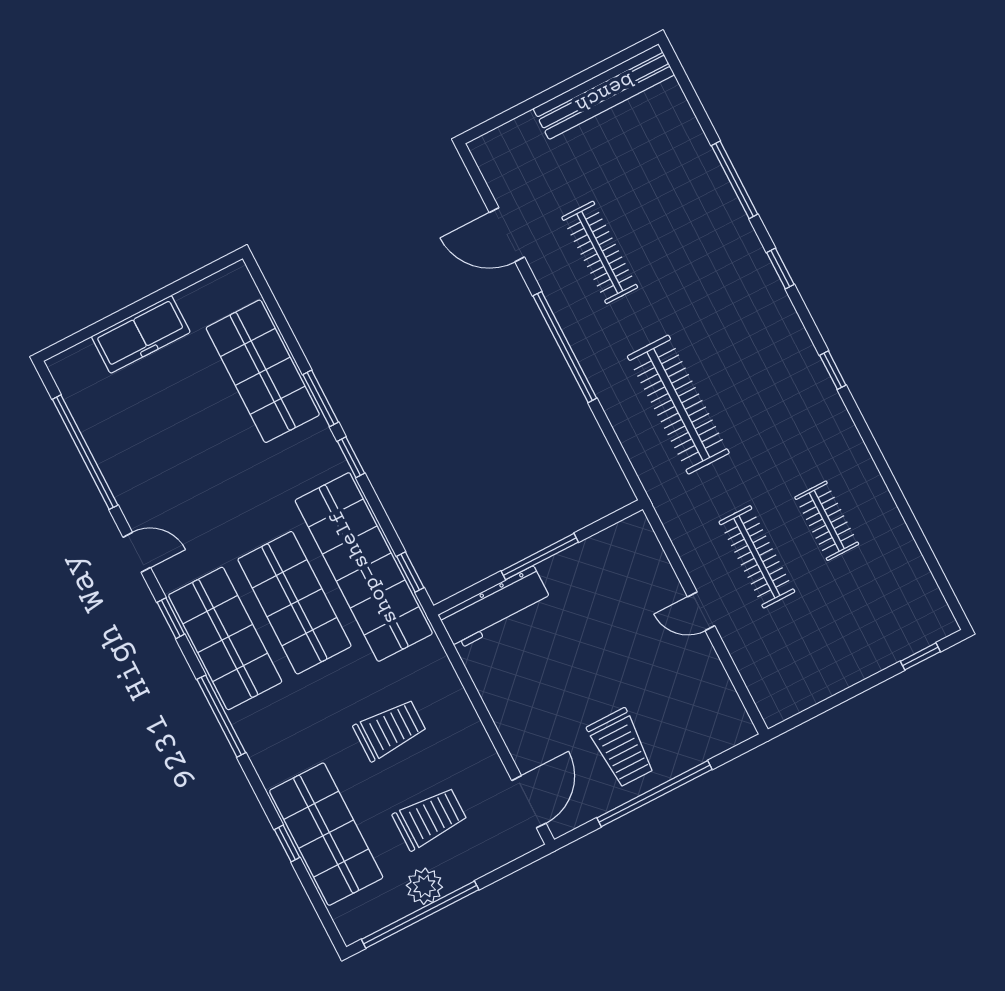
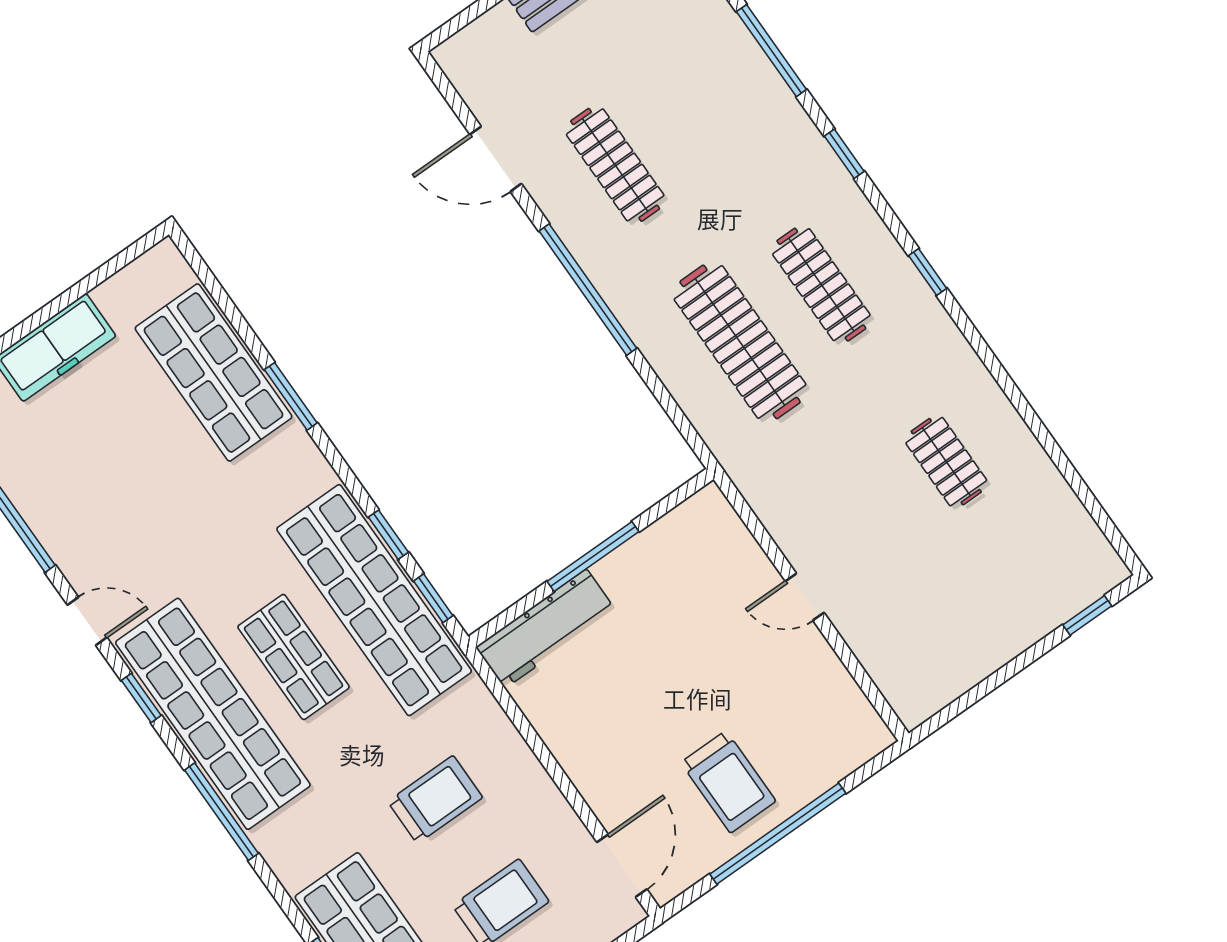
window: (351, 457) -> (388, 535), moved
clothes rail: (757, 557) -> (821, 285), moved
shop shelf: (294, 603) -> (294, 657), width x0.70, depth x0.74
shop shelf: (225, 638) -> (213, 714), width x1.40

